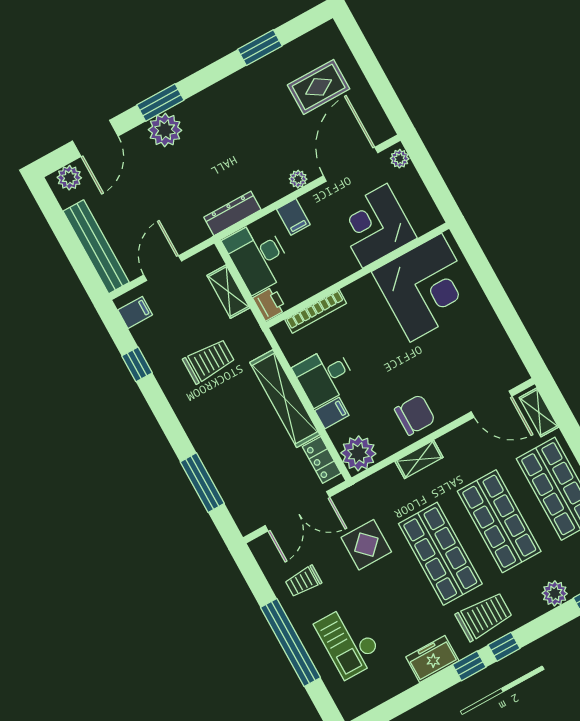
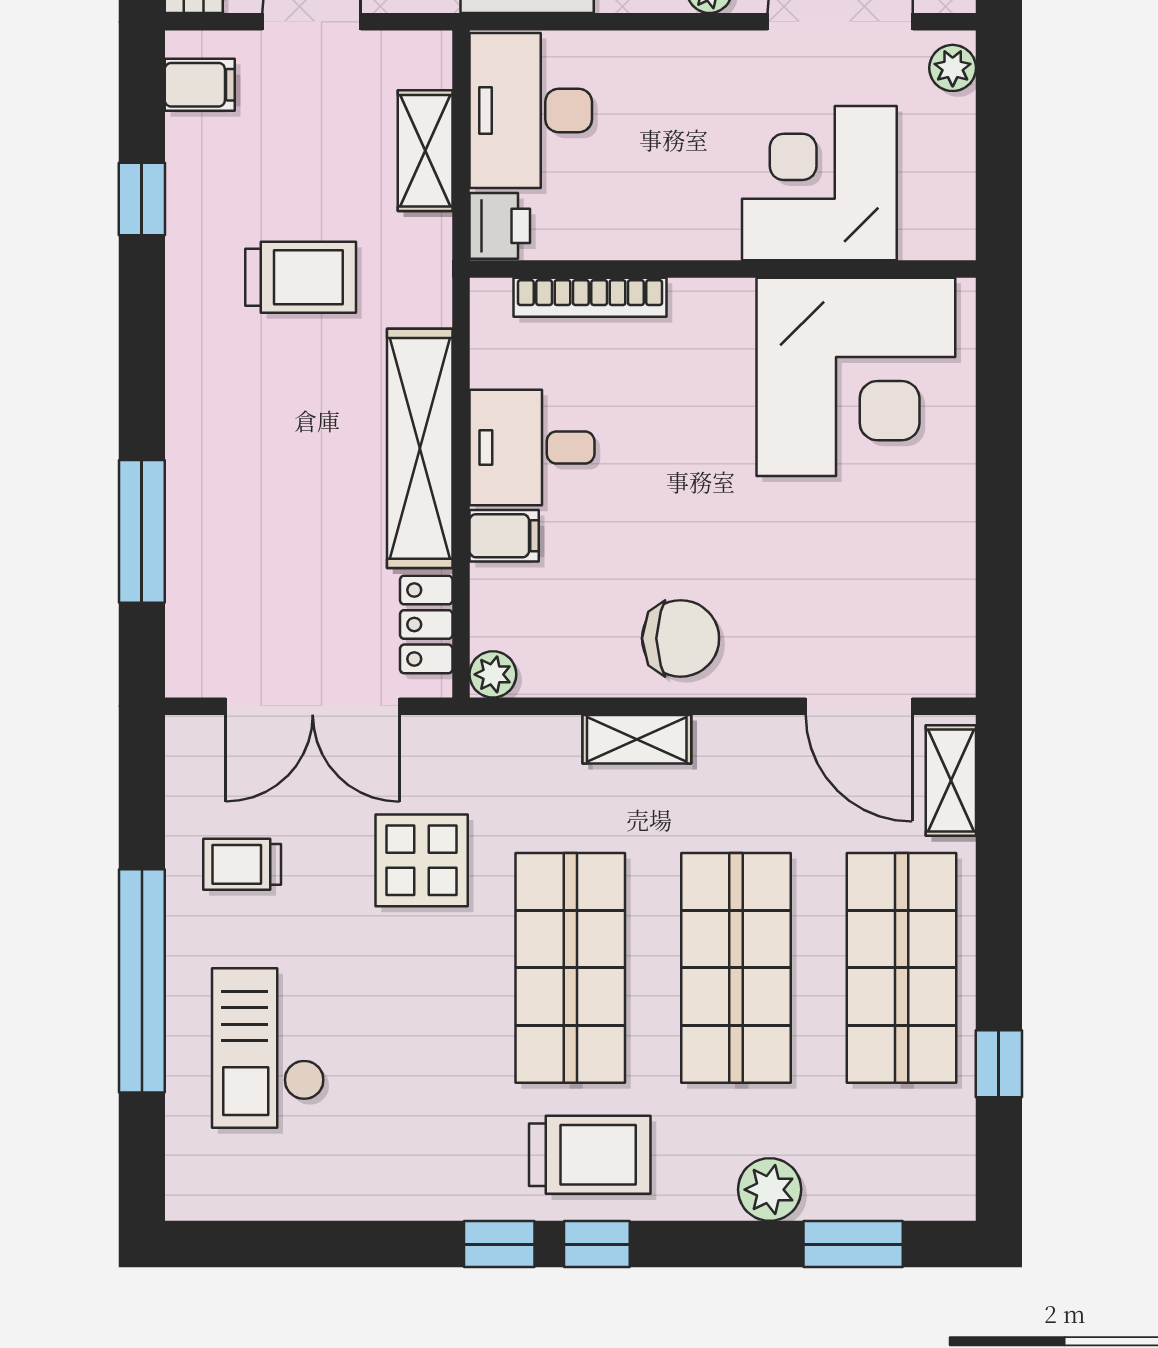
filing cabinet: (293, 217) -> (654, 67), removed
plant: (358, 453) -> (493, 674), width x0.53, depth x0.53
freezer: (432, 659) -> (428, 1185), removed

